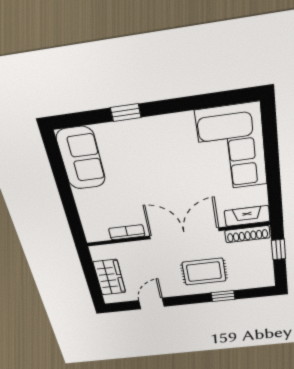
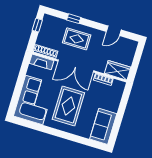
window: (126, 113) -> (72, 137), removed
rug: (163, 165) -> (68, 106), added
window: (279, 250) -> (37, 25), moved
wardrobe: (109, 277) -> (118, 70), moved, turned 90

